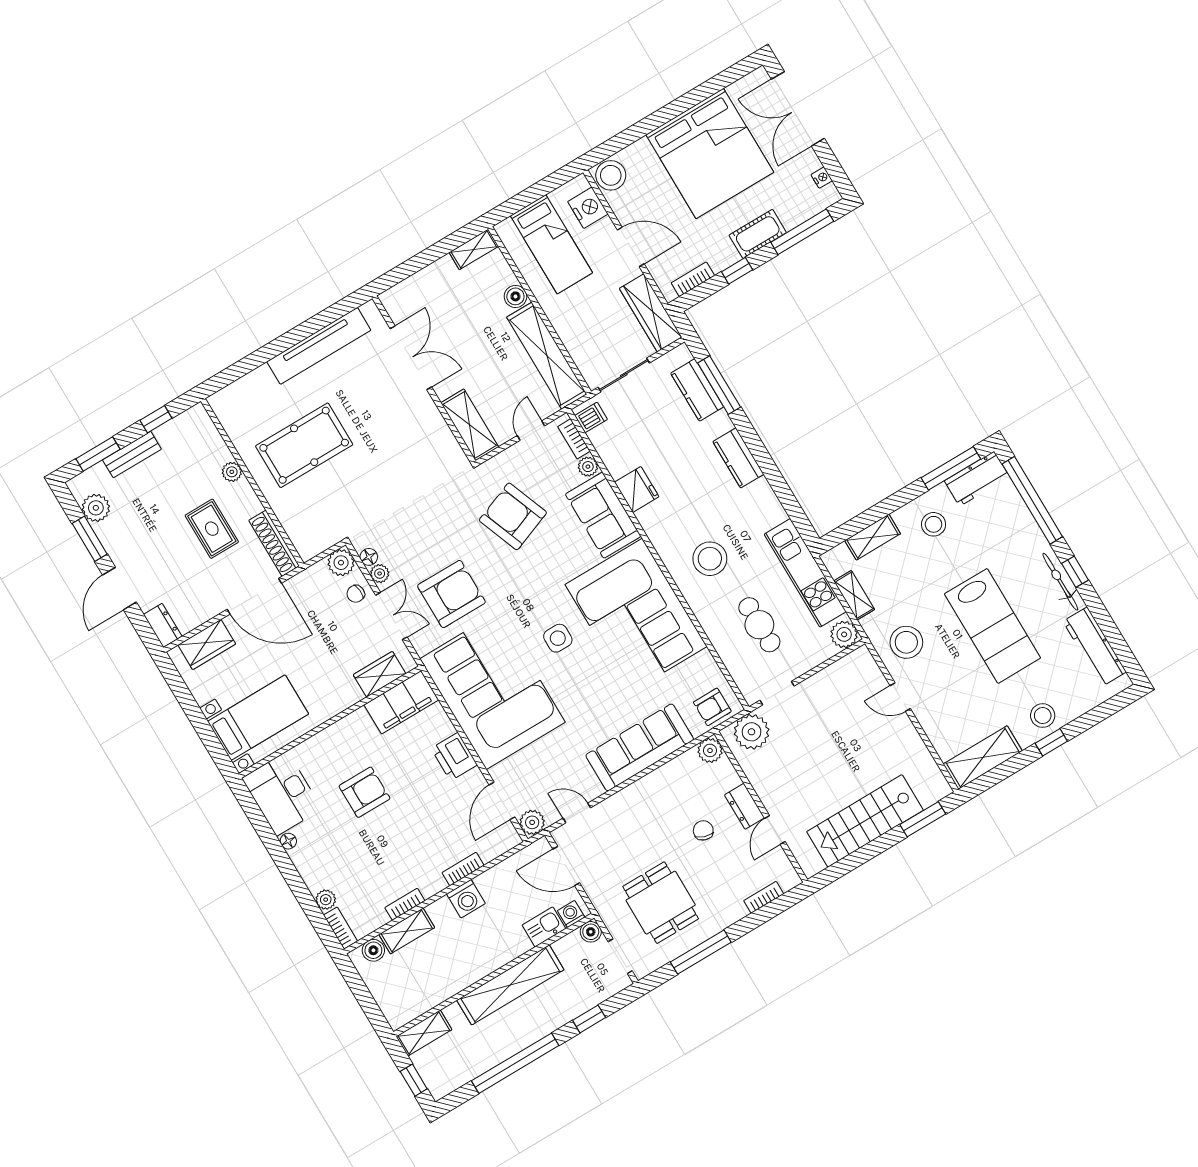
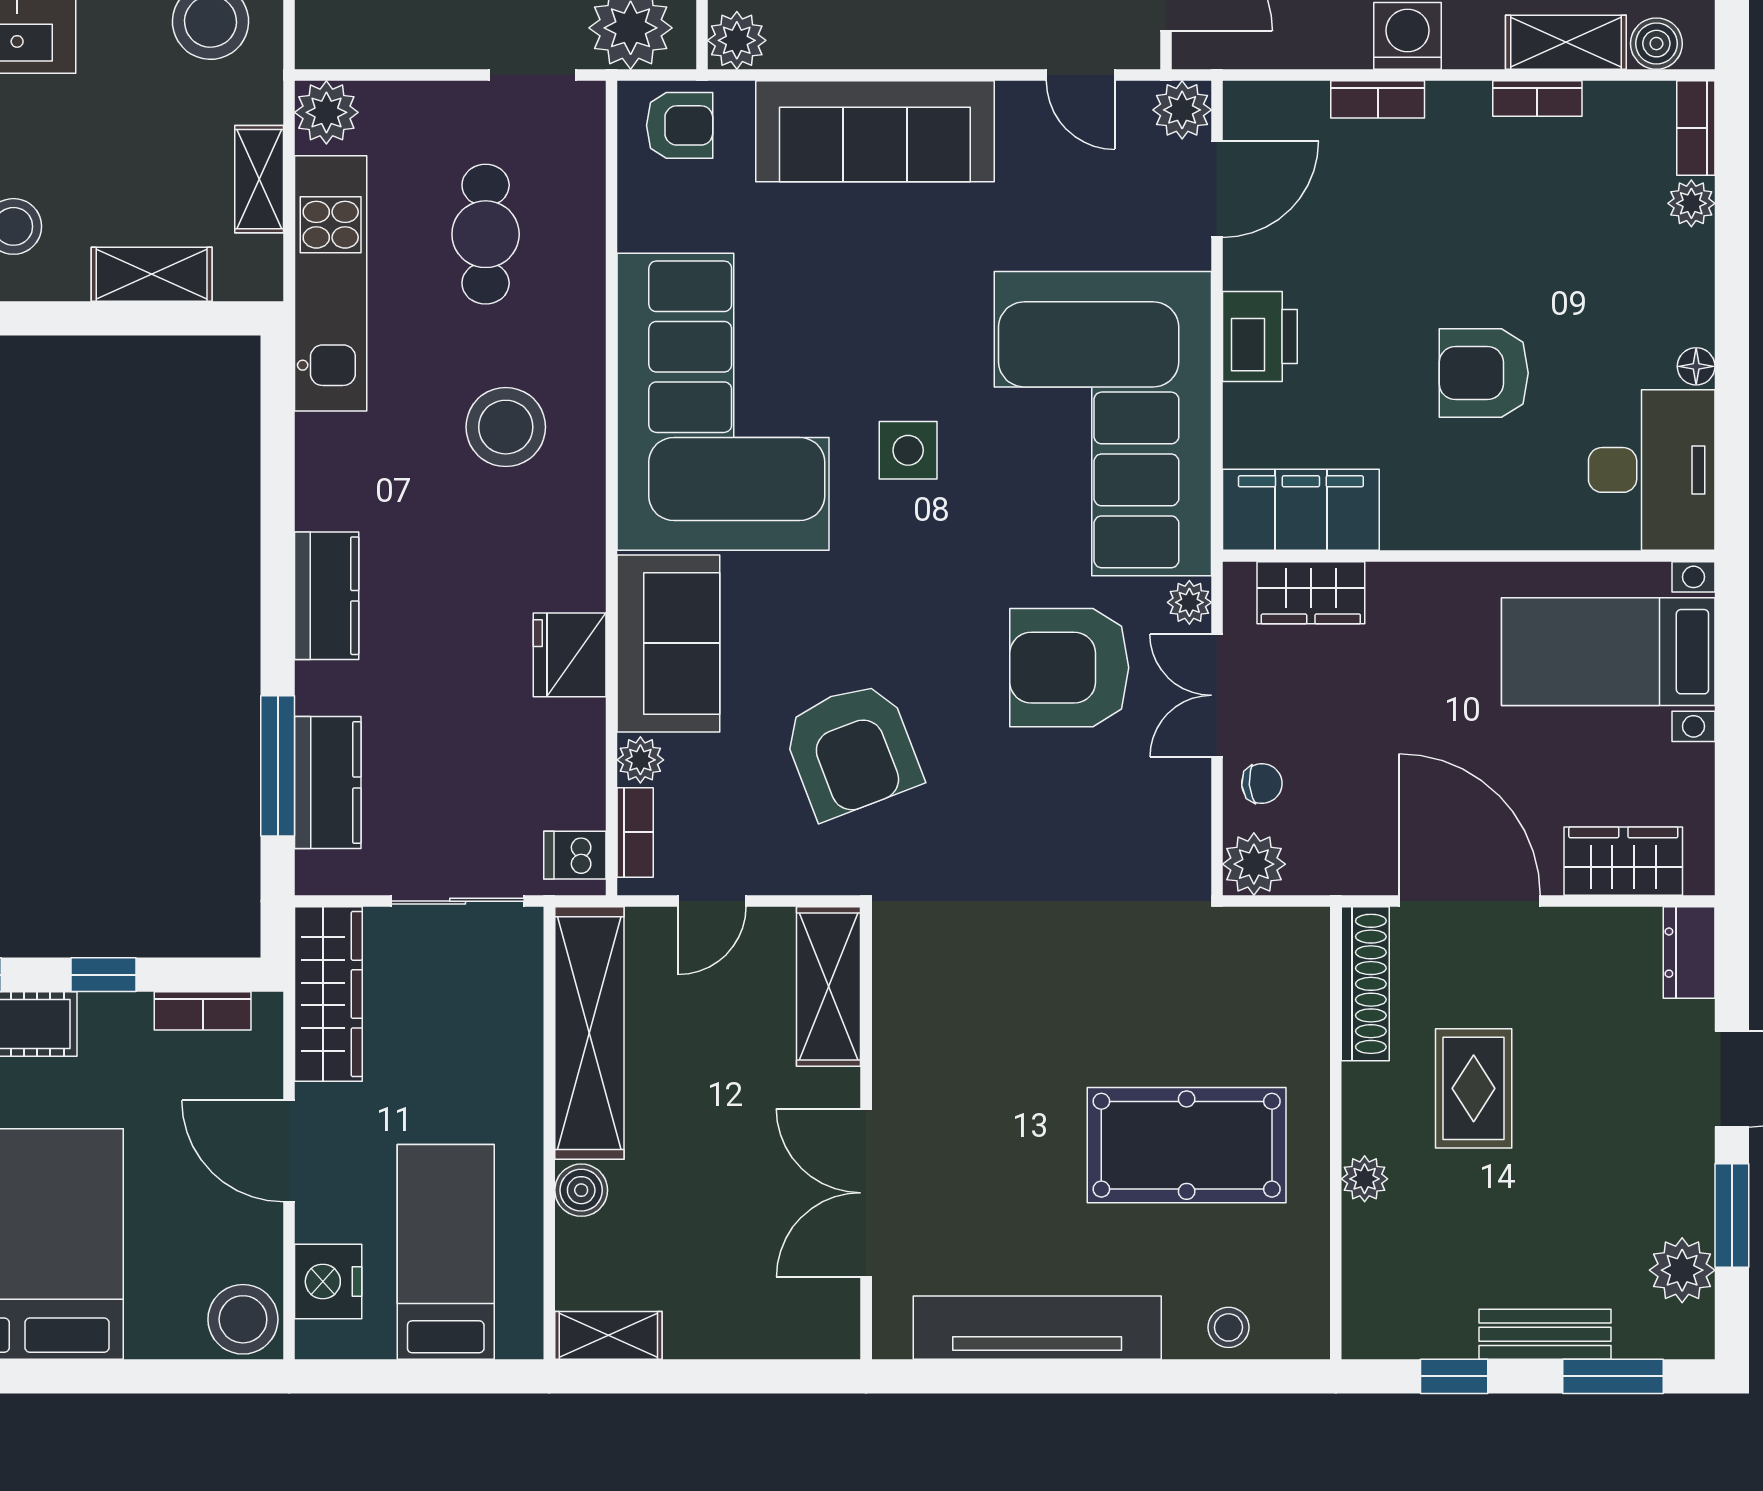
stool: (249, 388) -> (1229, 1327), added
floor lamp: (369, 557) -> (1191, 842), removed
plant: (380, 574) -> (1189, 602), moved

